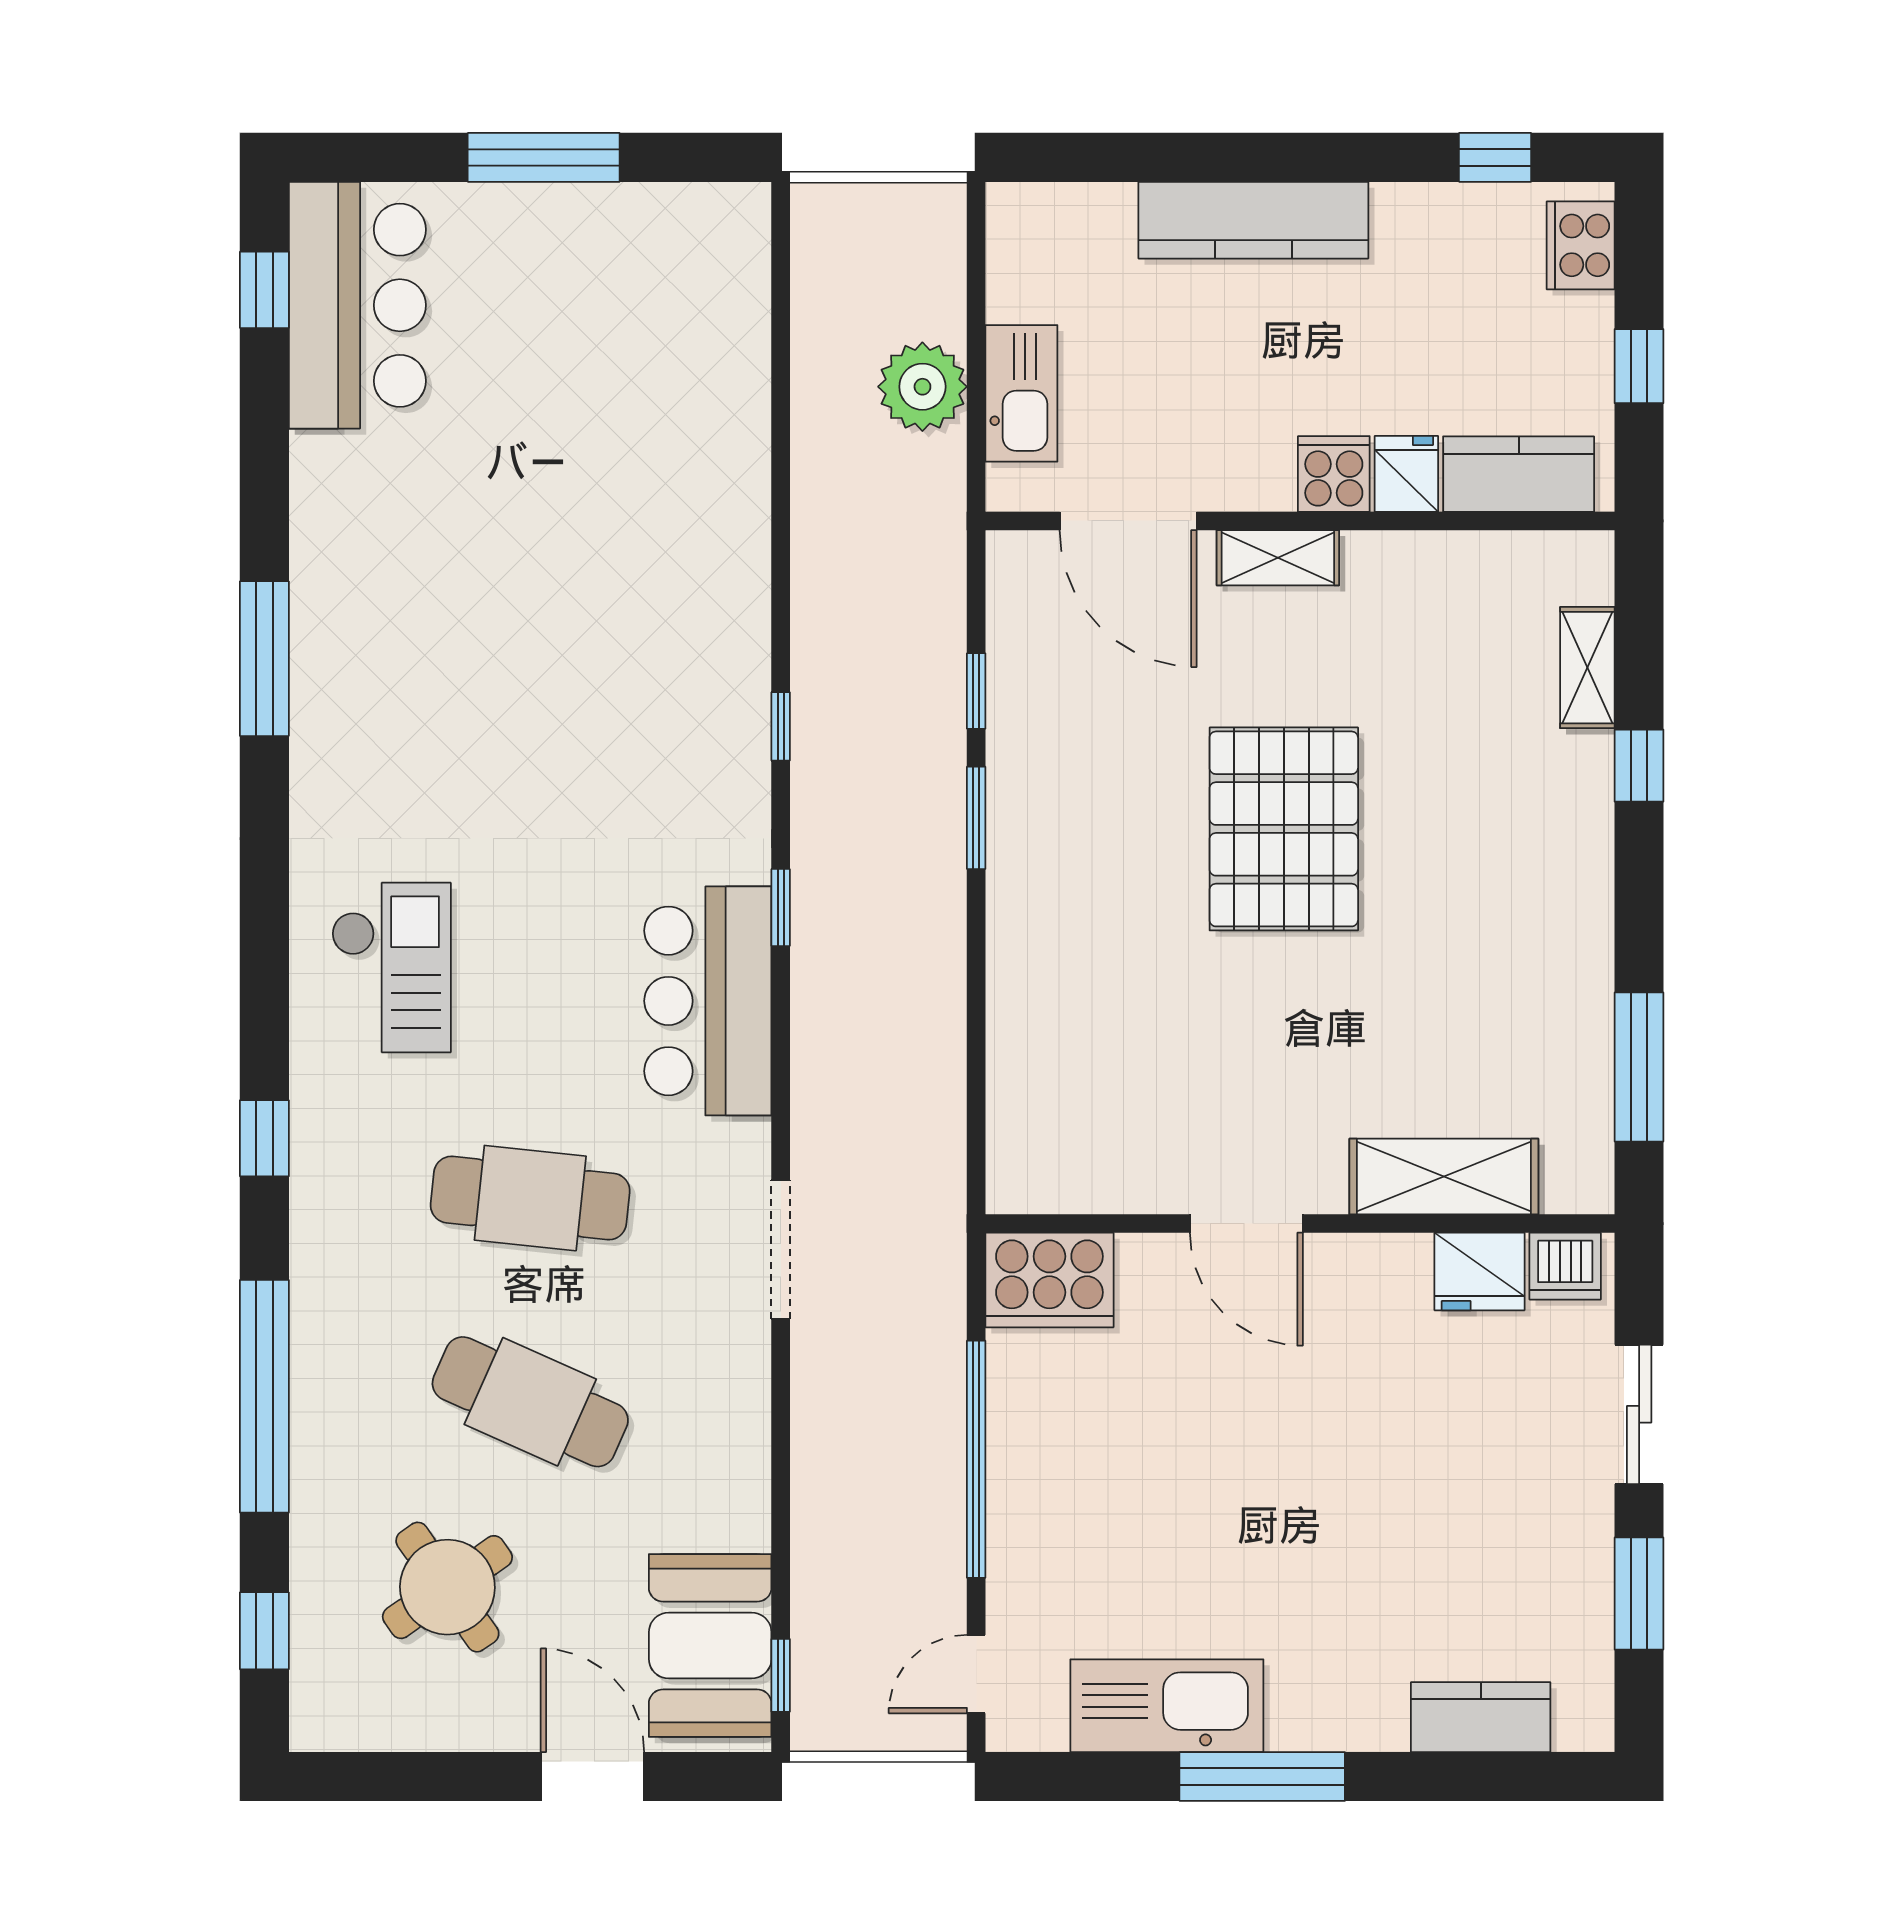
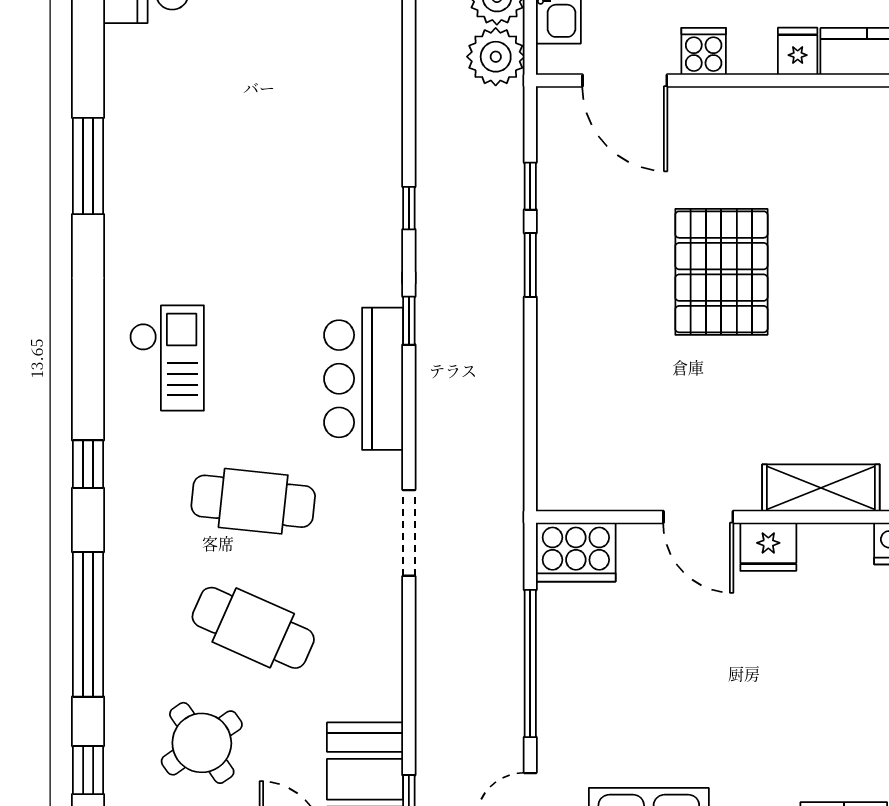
cooker: (1334, 474) -> (704, 51), moved
plant: (920, 483) -> (496, 57), added
shelving: (1278, 558) -> (718, 103), removed
fridge: (1480, 1271) -> (768, 547), moved

